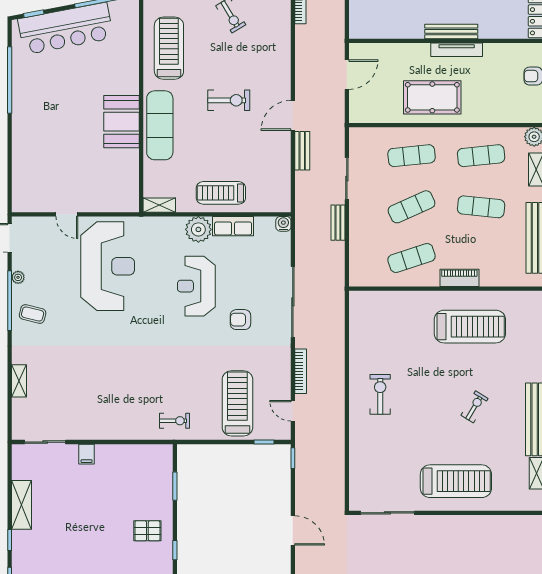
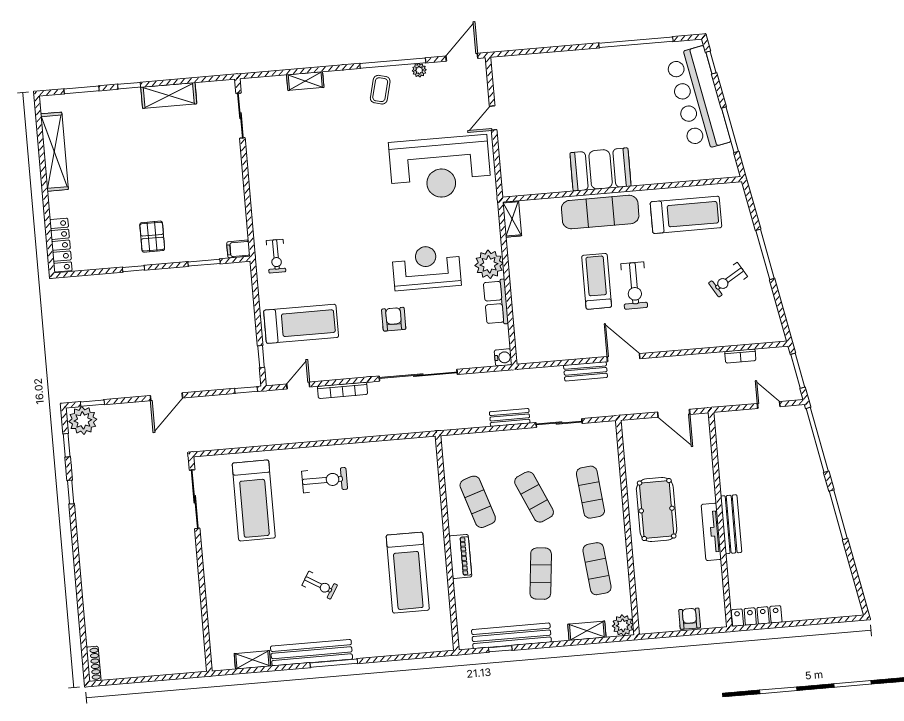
treadmill: (221, 193) -> (597, 281), moved
filing cabinet: (87, 454) -> (238, 249), moved
treadmill: (456, 481) -> (254, 500), moved

